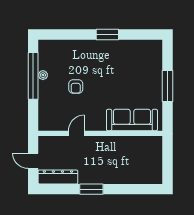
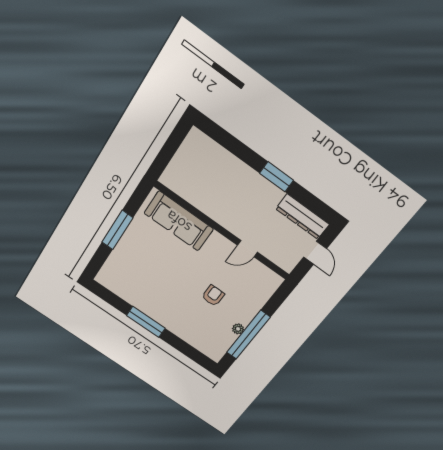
window: (107, 34) -> (146, 322), width x1.44

